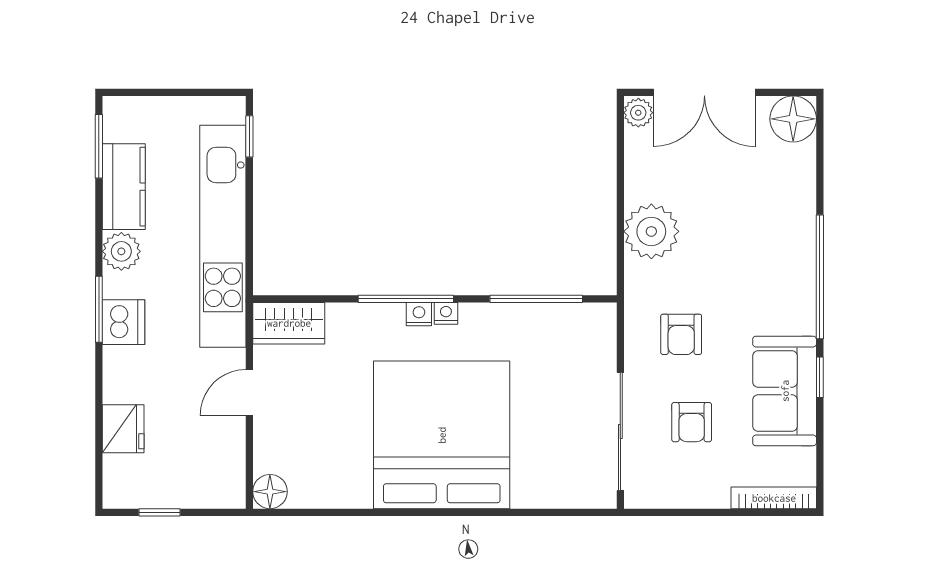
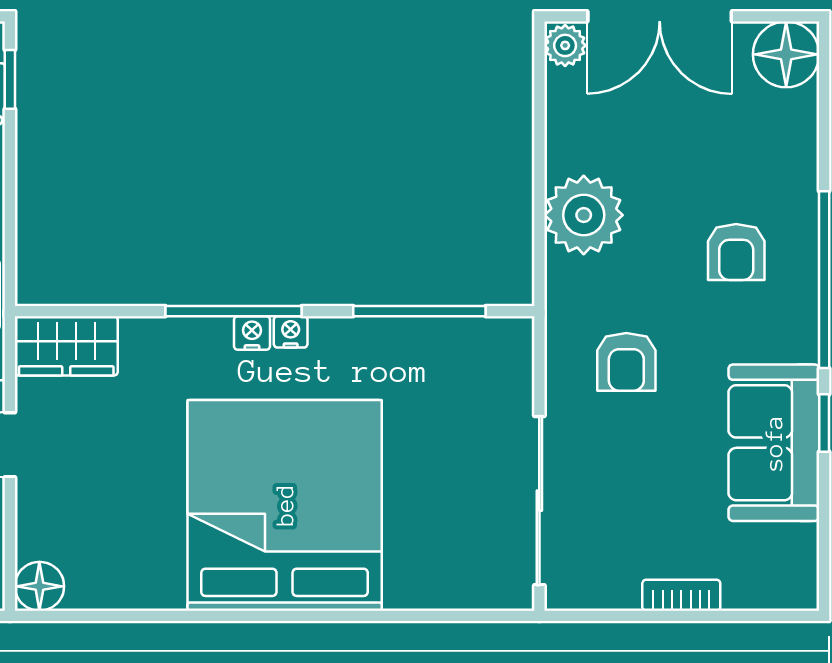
armchair: (692, 422) -> (736, 252), moved
bookcase: (774, 498) -> (681, 595), moved, width x0.64

